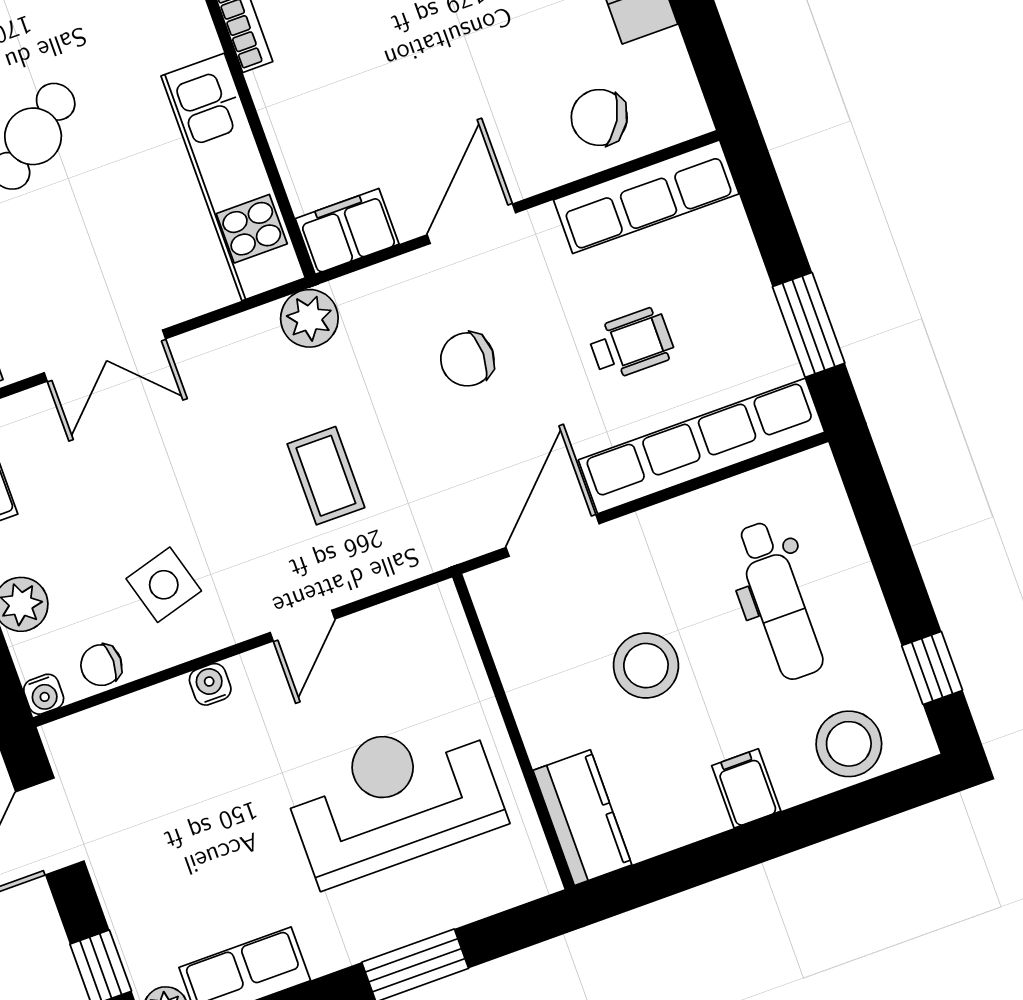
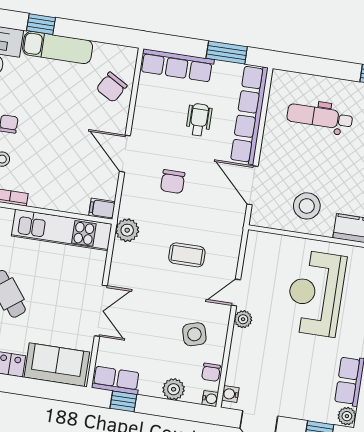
row of seats: (646, 197) -> (177, 65), moved, turned 90
filing cabinet: (347, 231) -> (102, 209), width x0.50
dental chair: (779, 601) -> (320, 117), turned 180
door: (302, 626) -> (236, 292), swing flipped
stool: (646, 666) -> (307, 206), moved
plant: (253, 672) -> (243, 319), added
water cooler: (210, 684) -> (230, 394), moved

